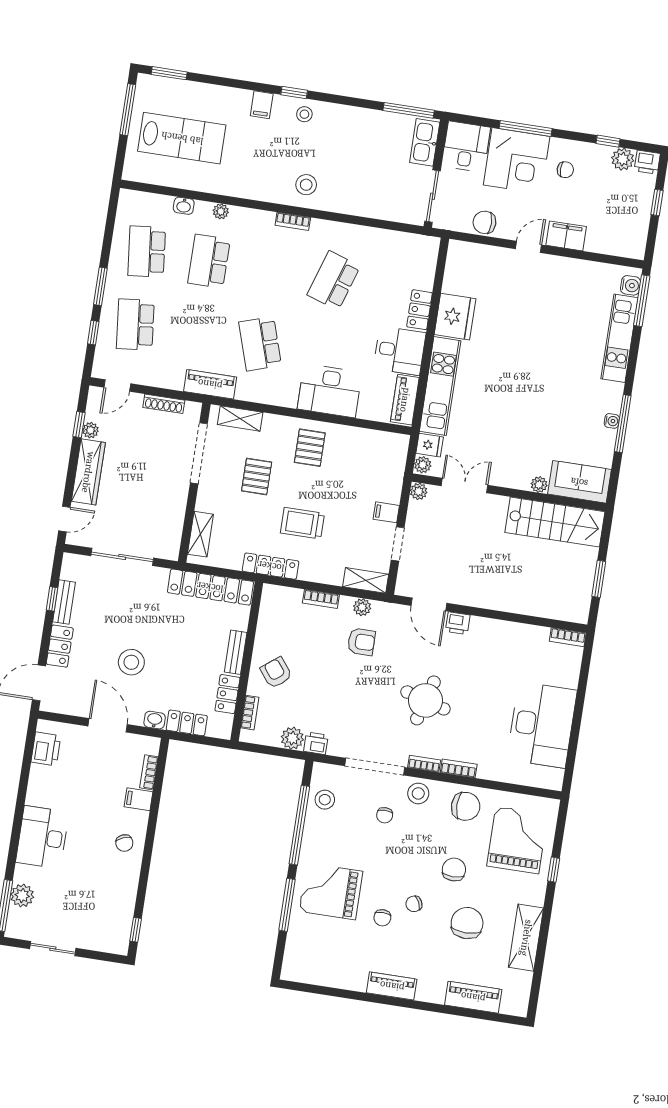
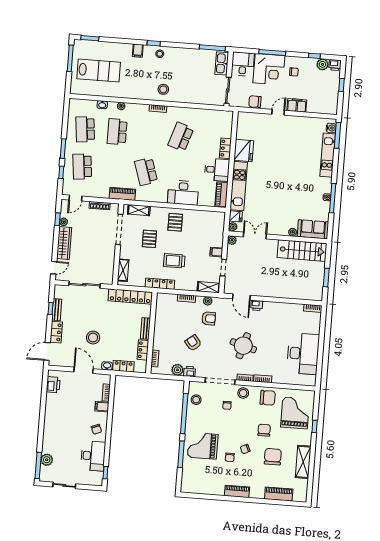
armchair: (276, 673) -> (193, 343), moved
desk: (42, 837) -> (93, 456), moved, turned 180

